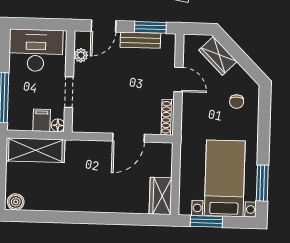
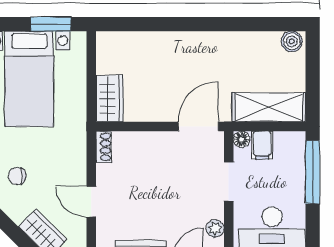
chair: (237, 102) -> (17, 176), turned -90
shoe rack: (168, 117) -> (104, 147), width x0.70
door: (128, 138) -> (198, 127), moved
wardrobe: (161, 196) -> (110, 99), moved

